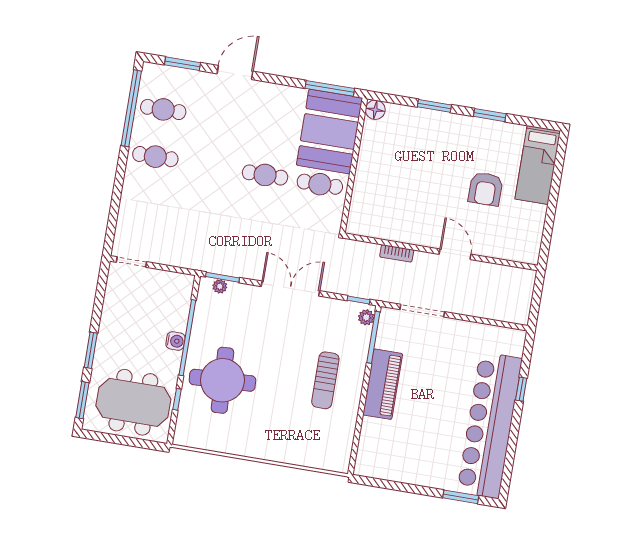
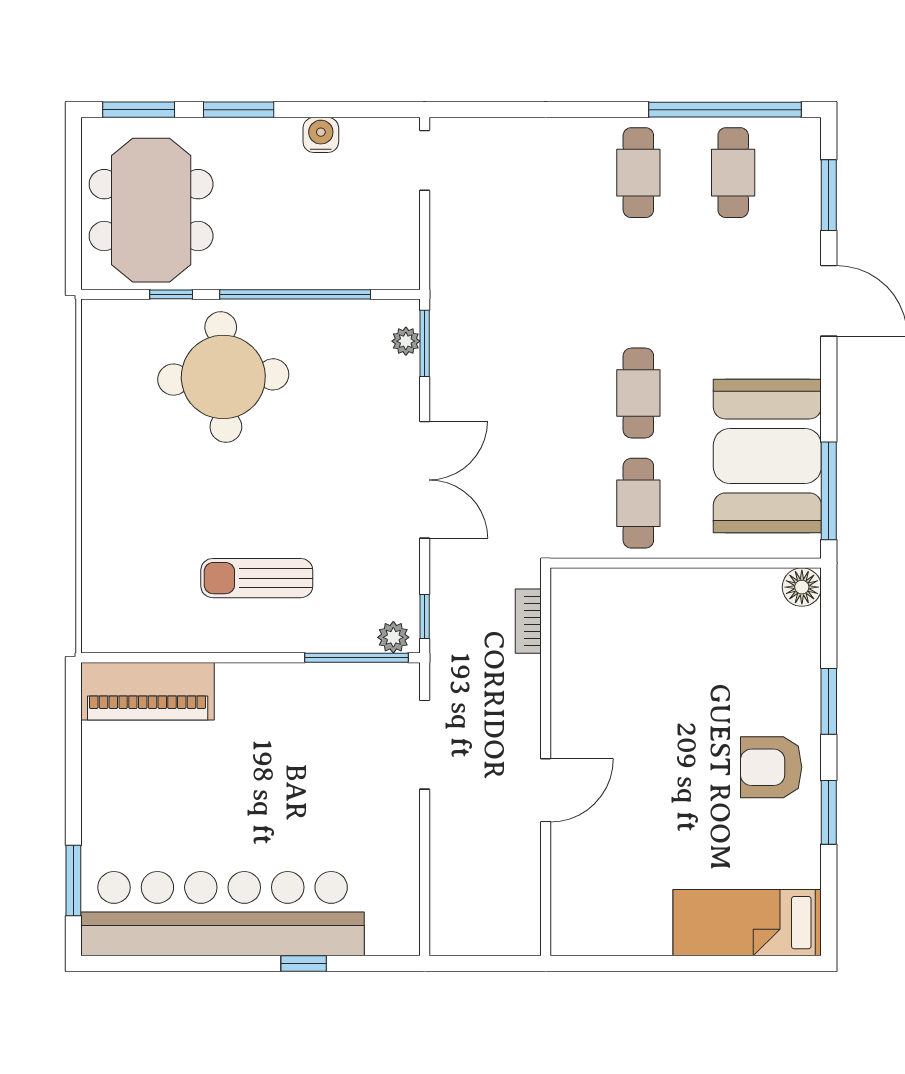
booth: (329, 131) -> (767, 456), moved, turned 90
armchair: (486, 189) -> (771, 767), moved
bookcase: (397, 253) -> (528, 621), moved
water cooler: (175, 341) -> (321, 135), moved, turned 180
piano: (383, 384) -> (148, 691), moved

